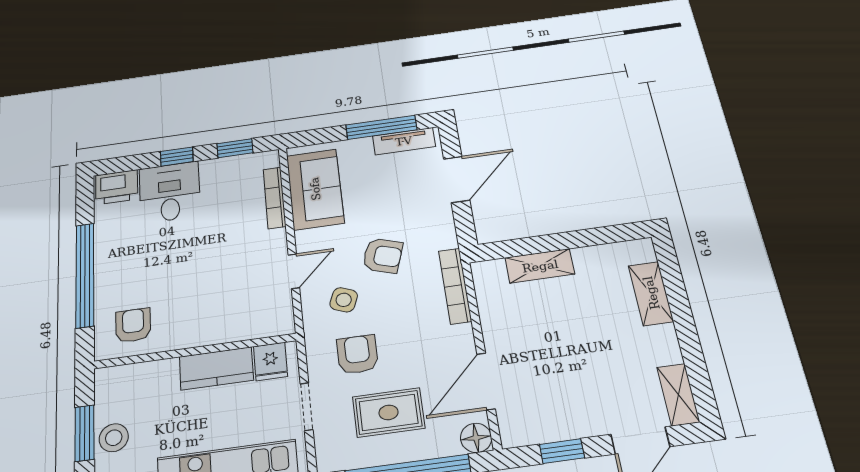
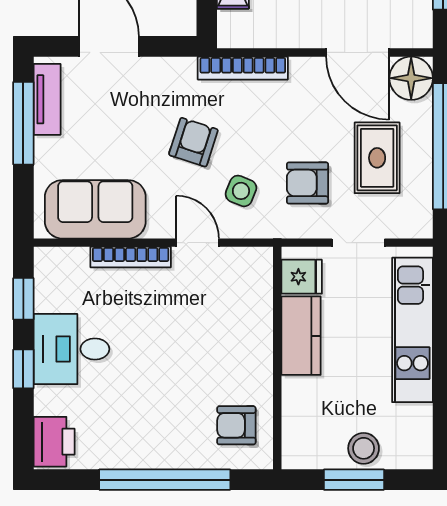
desk: (170, 192) -> (71, 349), moved
bookcase: (275, 198) -> (131, 257), moved
floor lamp: (476, 438) -> (411, 78), width x1.38, depth x1.38

